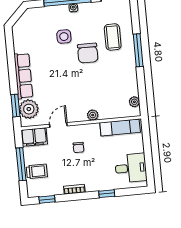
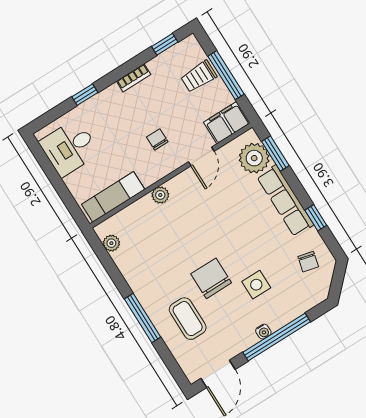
chair: (28, 35) -> (308, 262), added
window: (11, 57) -> (316, 218), added

